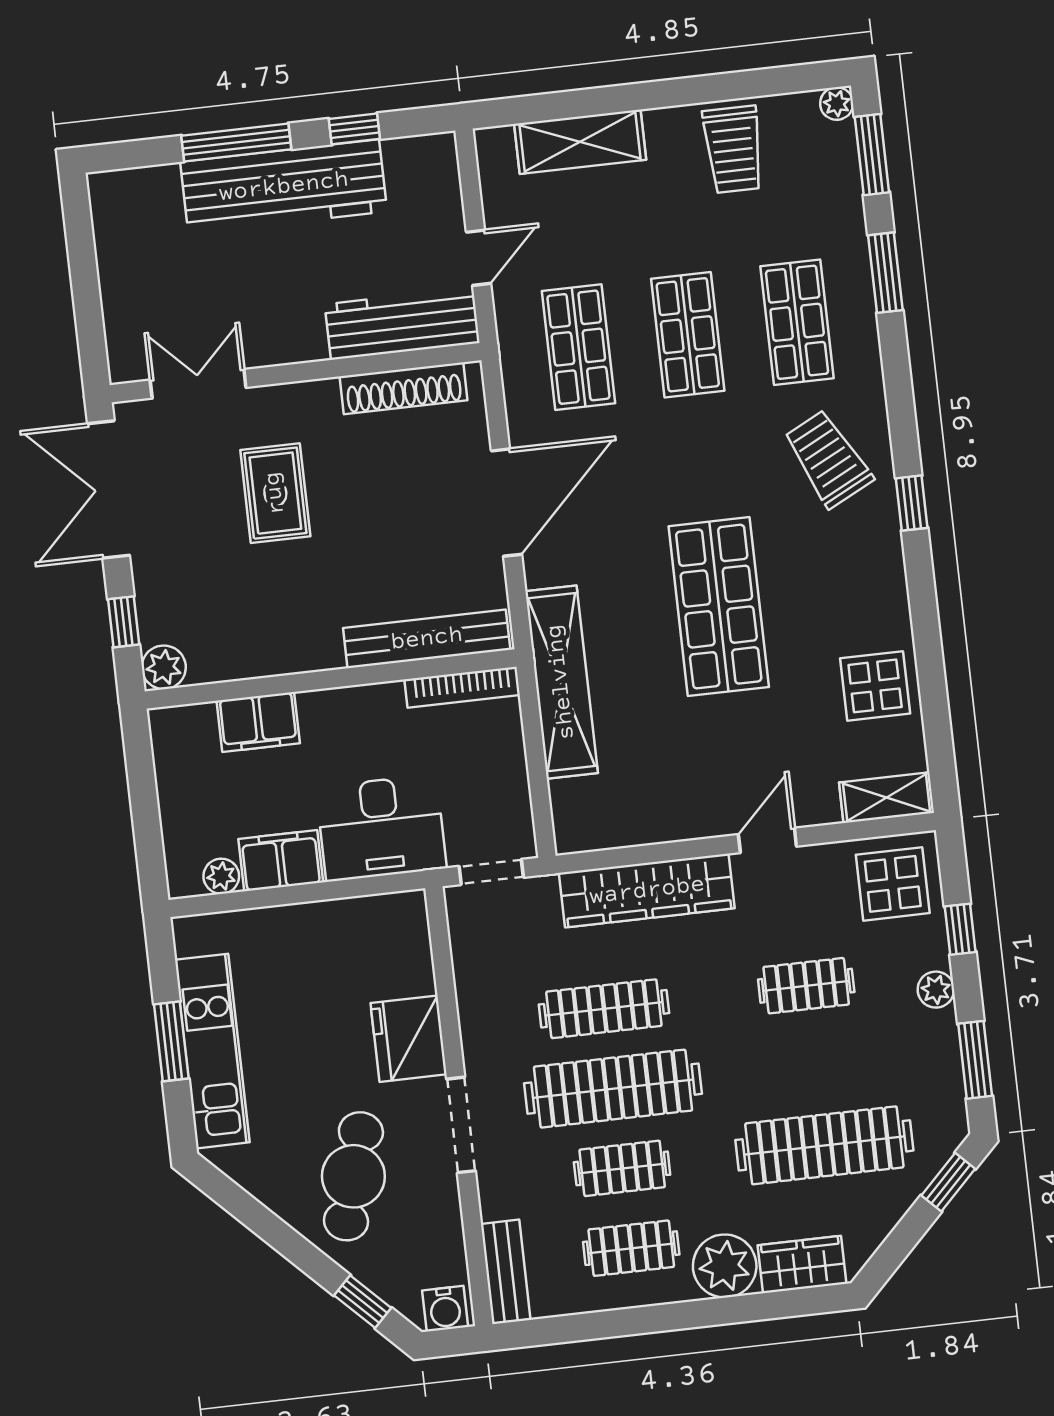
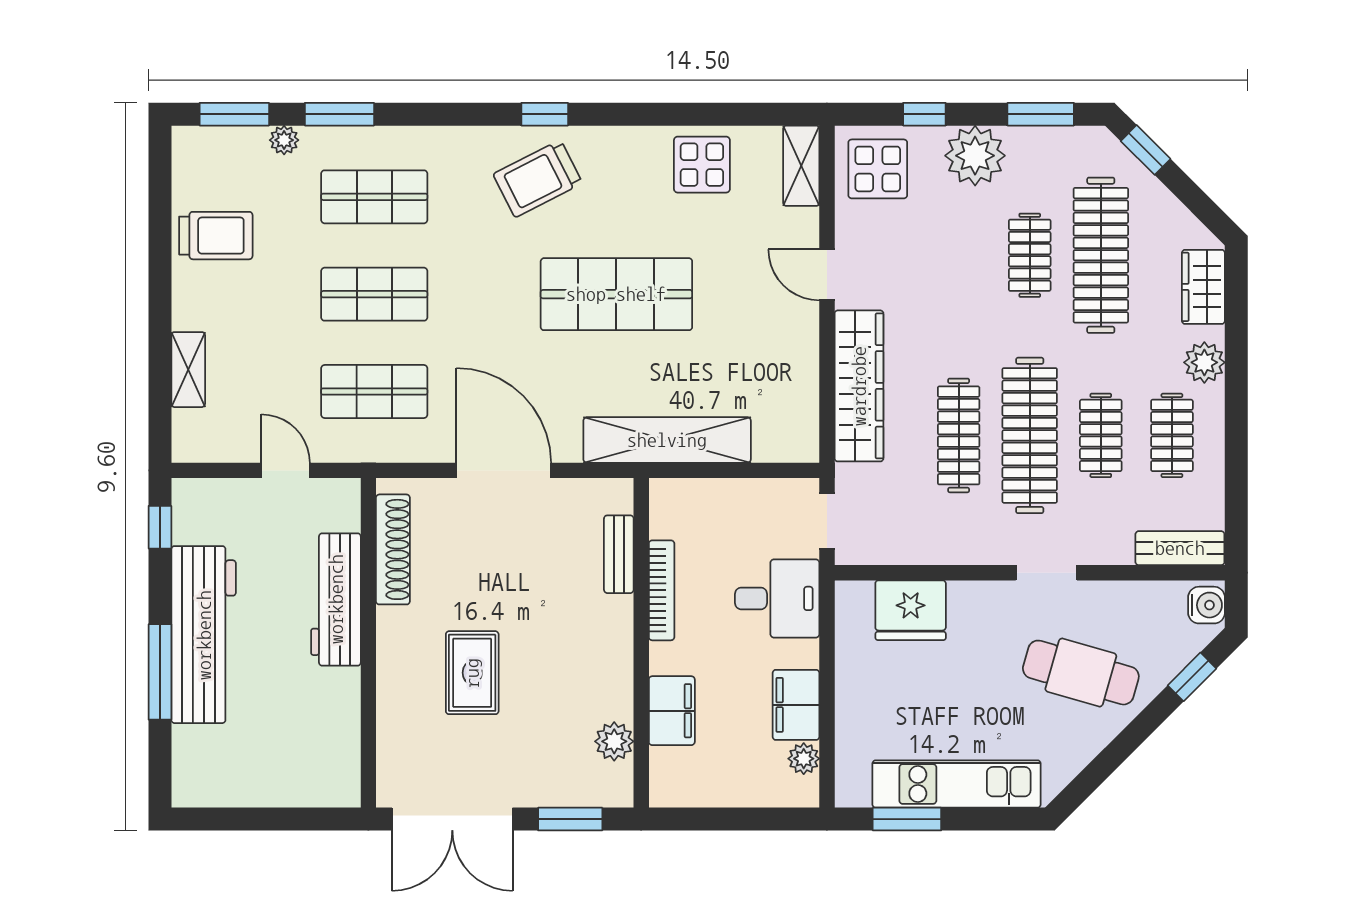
plant: (837, 103) -> (284, 140), moved
window: (354, 129) -> (160, 527), moved
shelving: (580, 142) -> (188, 370), width x0.67, depth x0.75
workbench: (402, 324) -> (336, 599), moved
double door: (198, 384) -> (368, 730), removed
trolley: (828, 459) -> (538, 179), moved
rug: (275, 493) -> (472, 673), turned 90
window: (124, 622) -> (570, 819), width x1.50
bench: (427, 639) -> (619, 554), width x0.54, depth x0.82
plant: (164, 667) -> (614, 741), moved
bookcase: (462, 687) -> (662, 590), moved
desk: (381, 828) -> (777, 598), width x0.73
clothes rail: (806, 986) -> (1030, 255), moved
plant: (936, 990) -> (975, 156), width x1.88, depth x1.88
fridge: (409, 1039) -> (911, 610), moved
window: (171, 1041) -> (907, 819), moved
doorway: (461, 1125) -> (1046, 573), width x0.73
plant: (725, 1266) -> (1204, 362), width x0.73, depth x0.73

